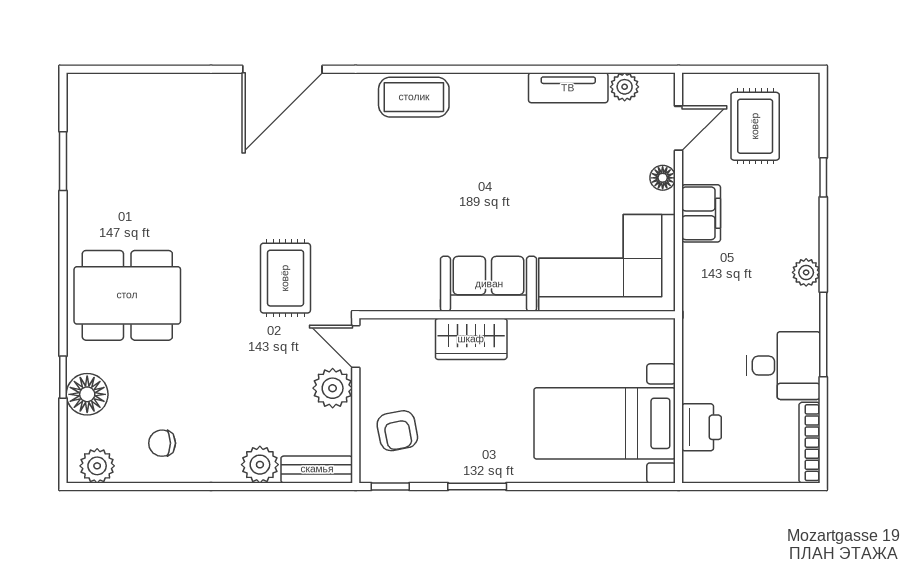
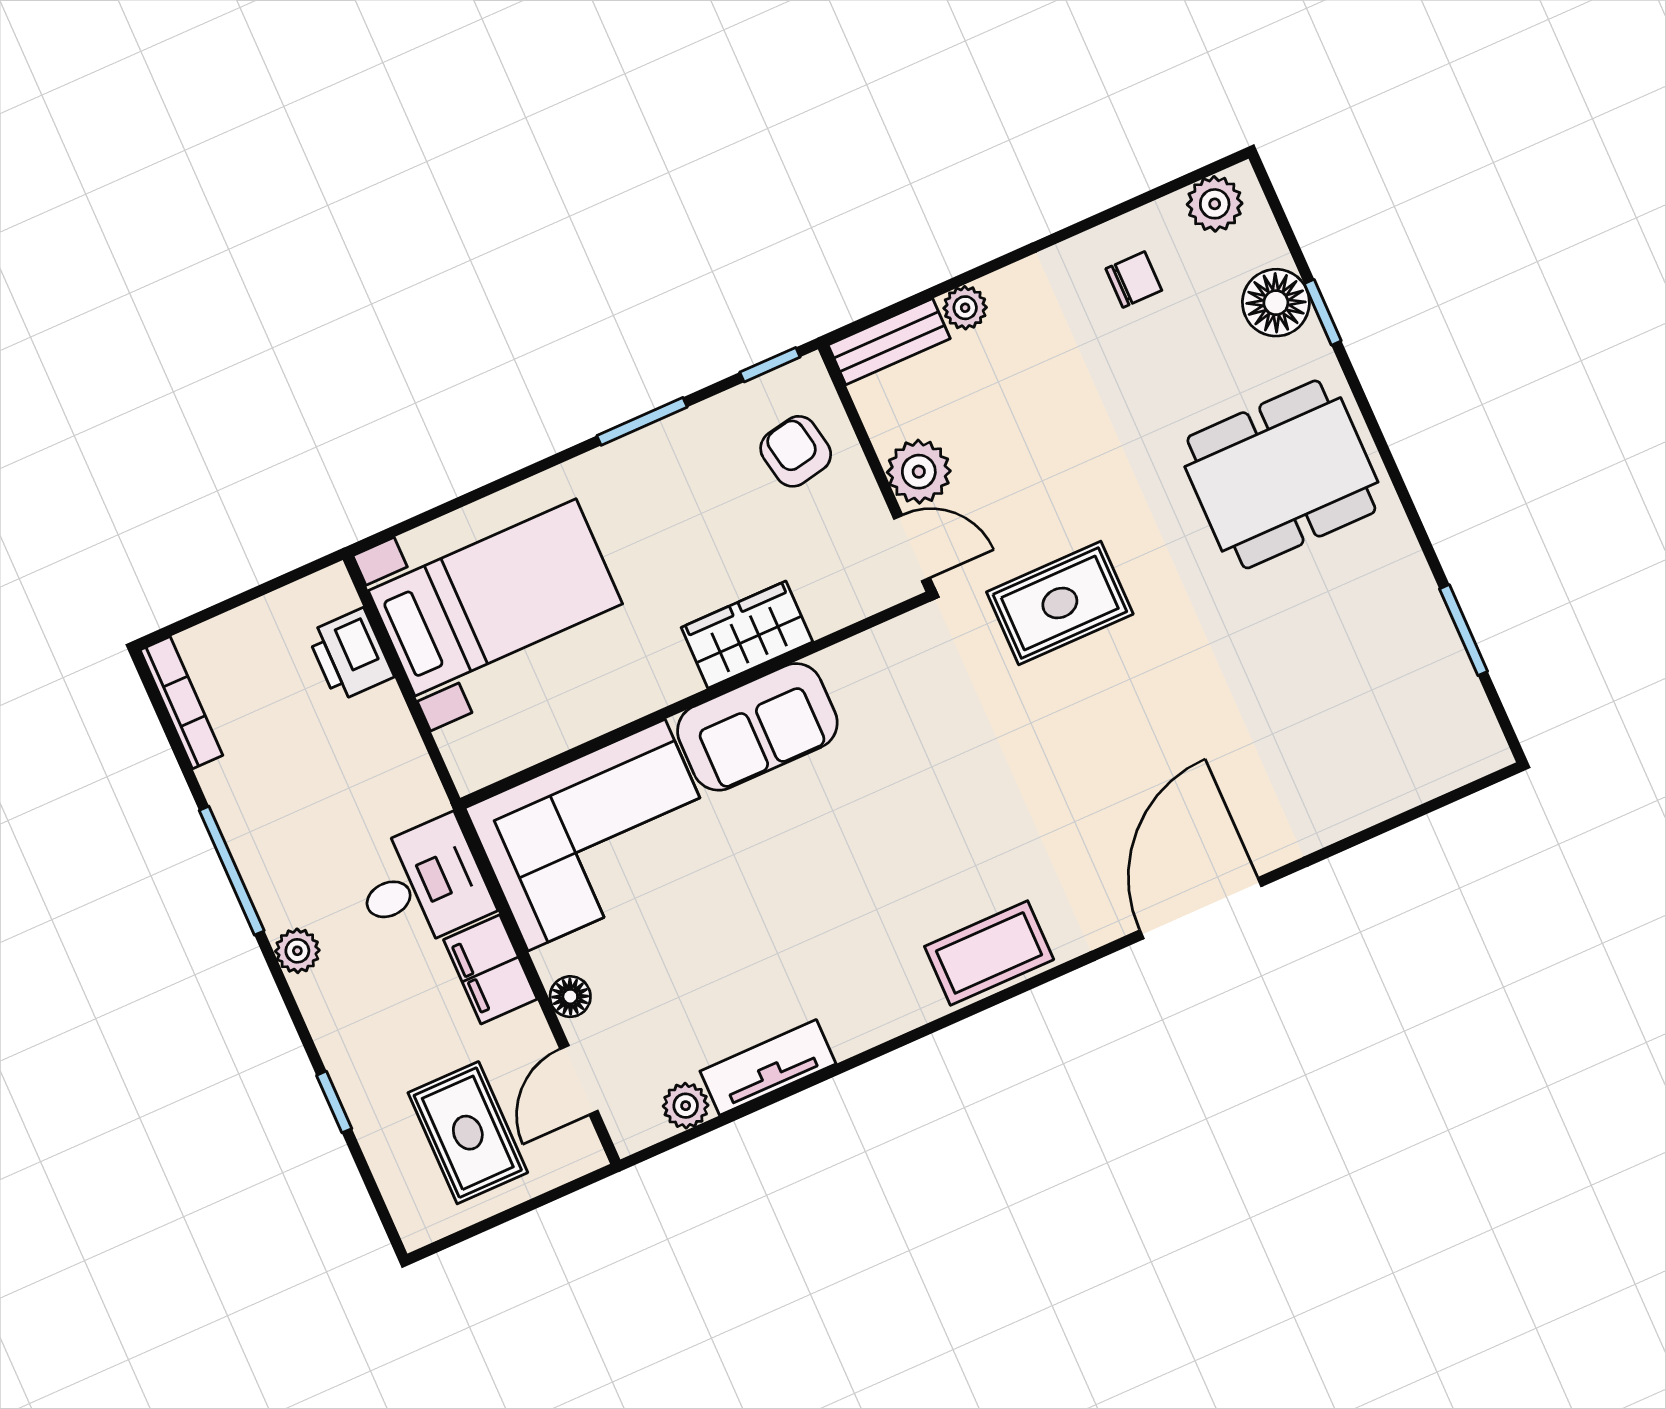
rug: (285, 278) -> (1060, 603), turned 90
desk: (783, 366) -> (422, 884), moved, turned 180
plant: (260, 465) -> (965, 308), width x0.73, depth x0.73

